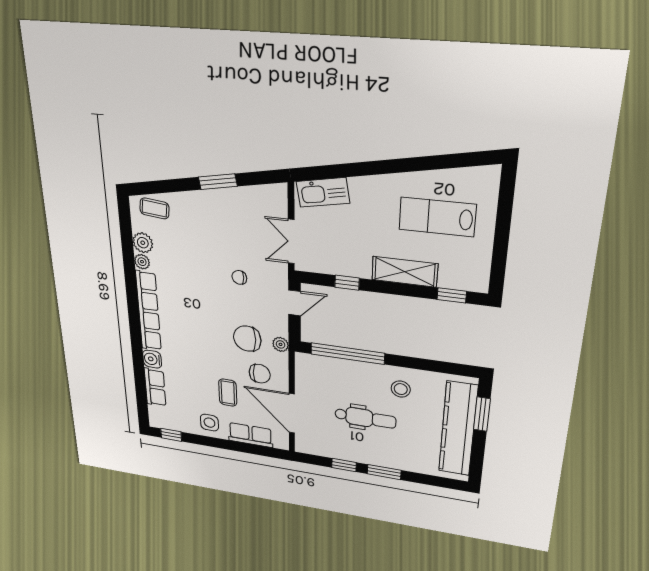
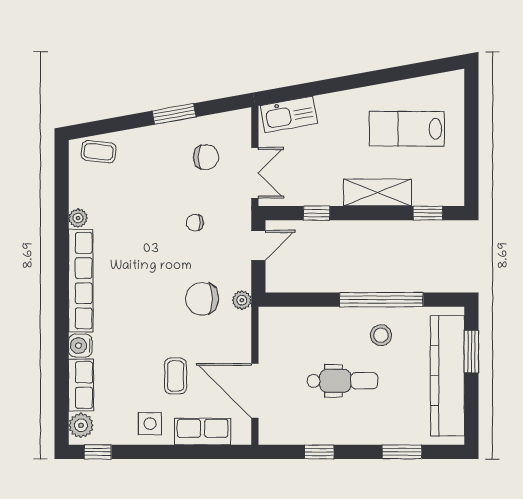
double door: (291, 241) -> (255, 173), swing flipped
plant: (143, 243) -> (81, 425), moved
window: (348, 354) -> (381, 300), moved
chair: (260, 374) -> (206, 157), moved
window: (384, 472) -> (402, 452), moved

